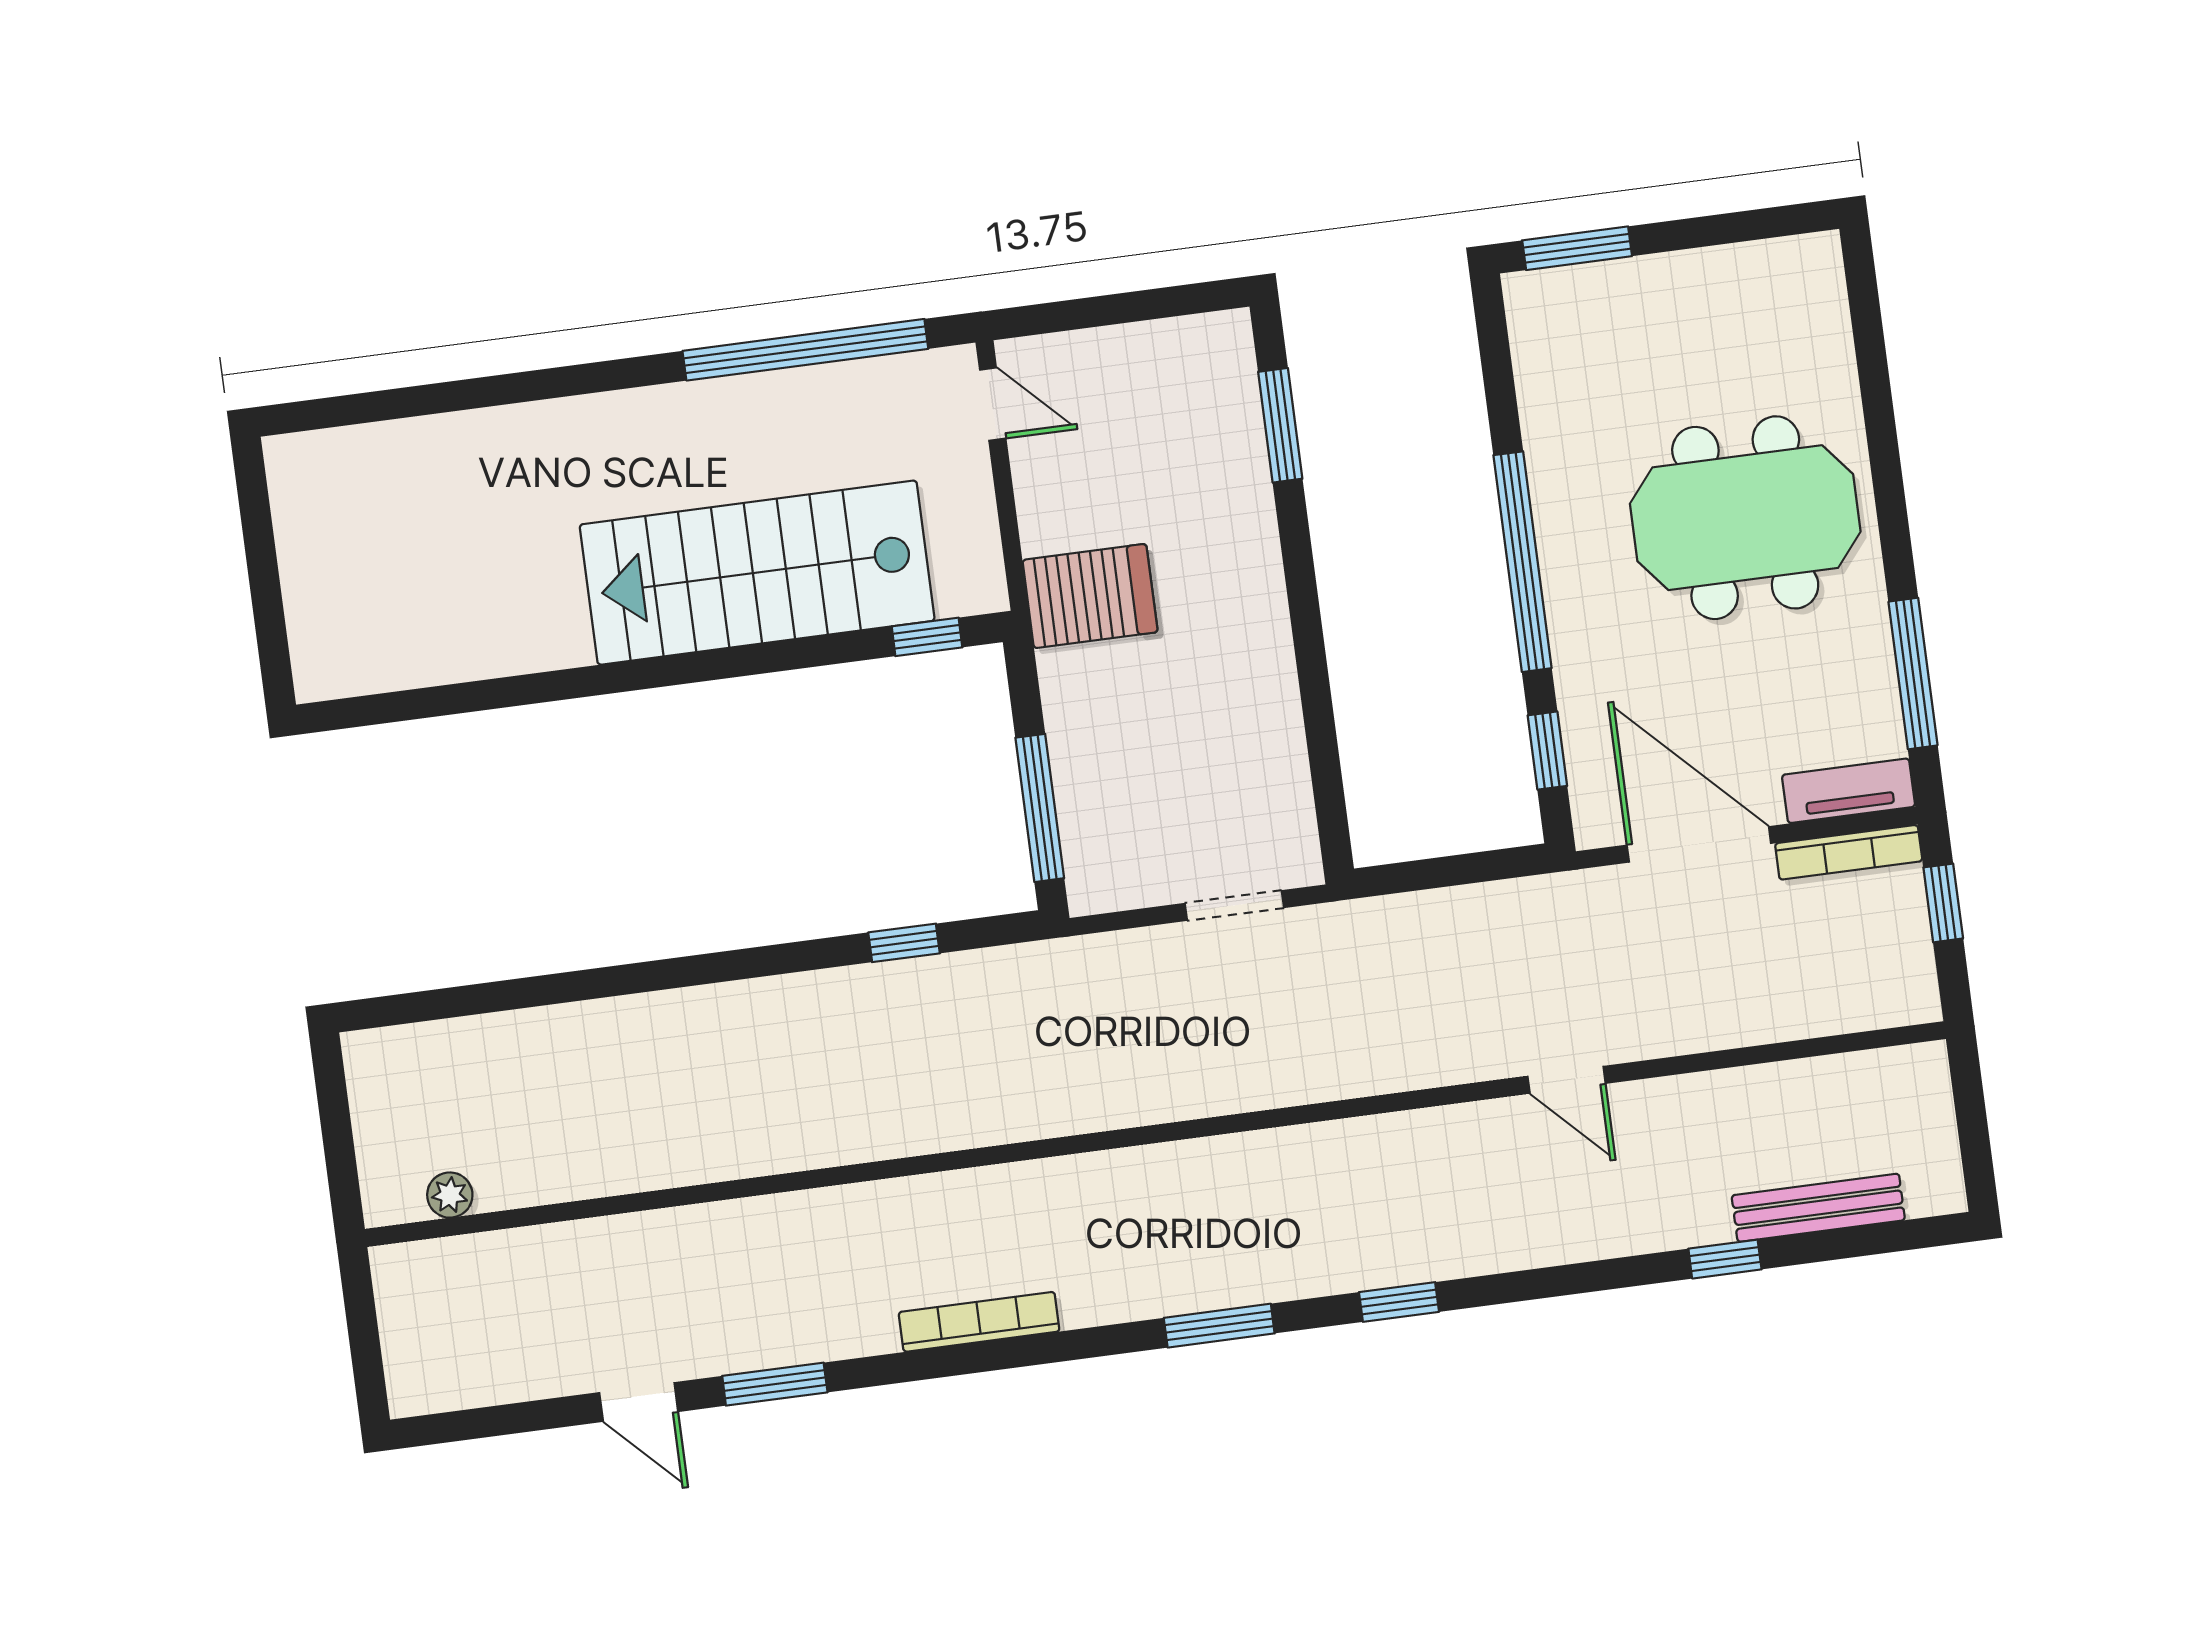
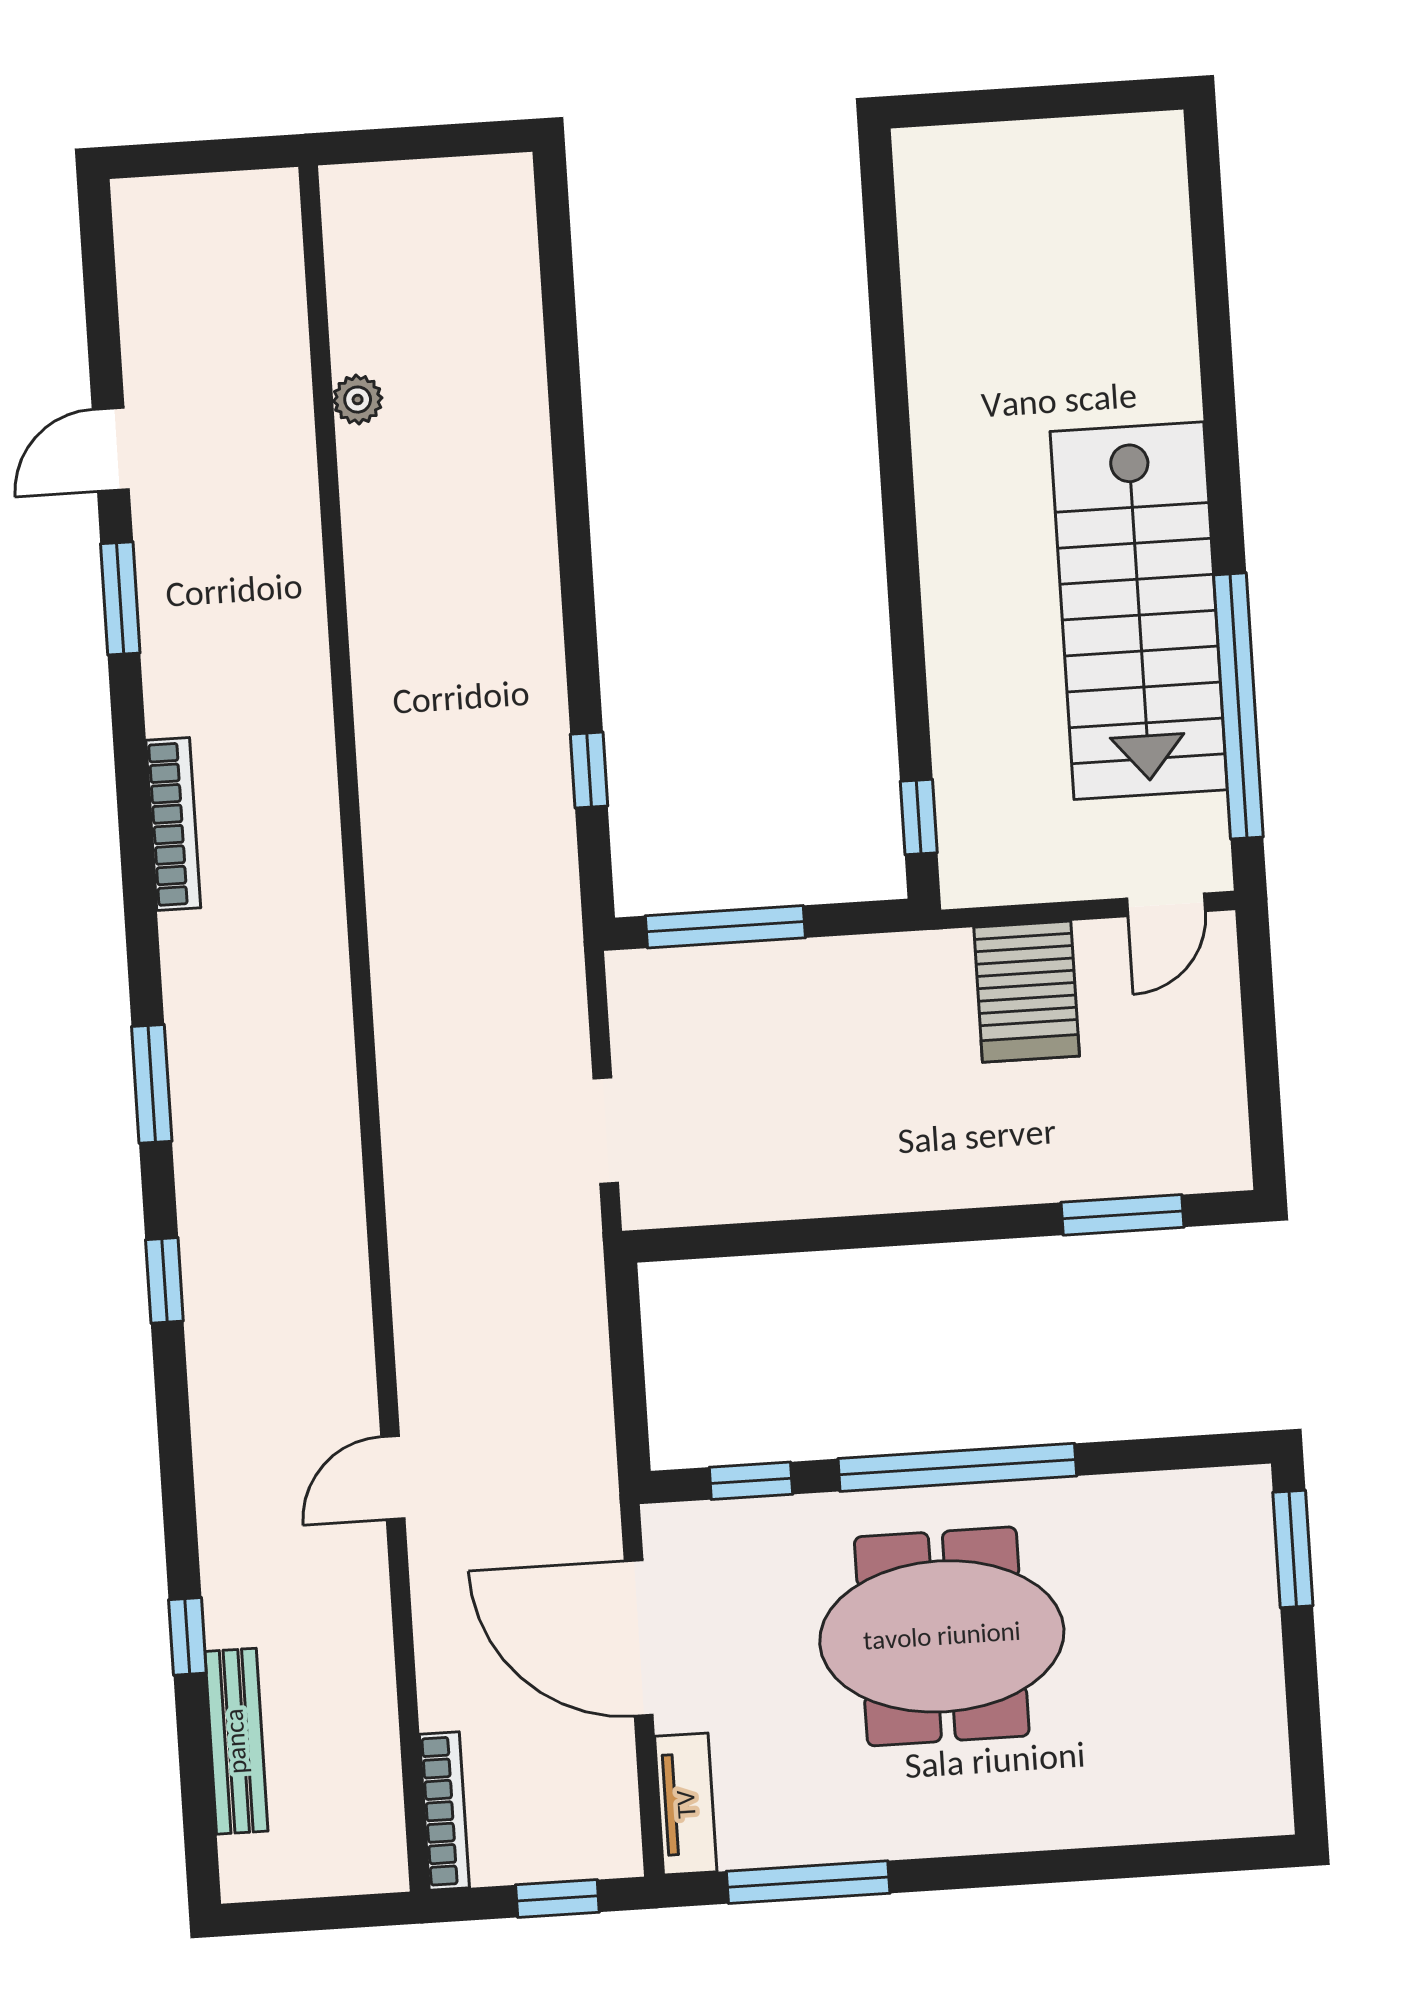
meeting table: (1745, 518) -> (942, 1636), moved, turned 90
stairs: (757, 573) -> (1139, 611), moved, turned 180
server rack: (1090, 596) -> (1027, 992), moved
door: (1699, 844) -> (639, 1638), swing flipped
bookcase: (1849, 852) -> (444, 1811), moved, turned 180
plant: (450, 1195) -> (358, 400), moved

